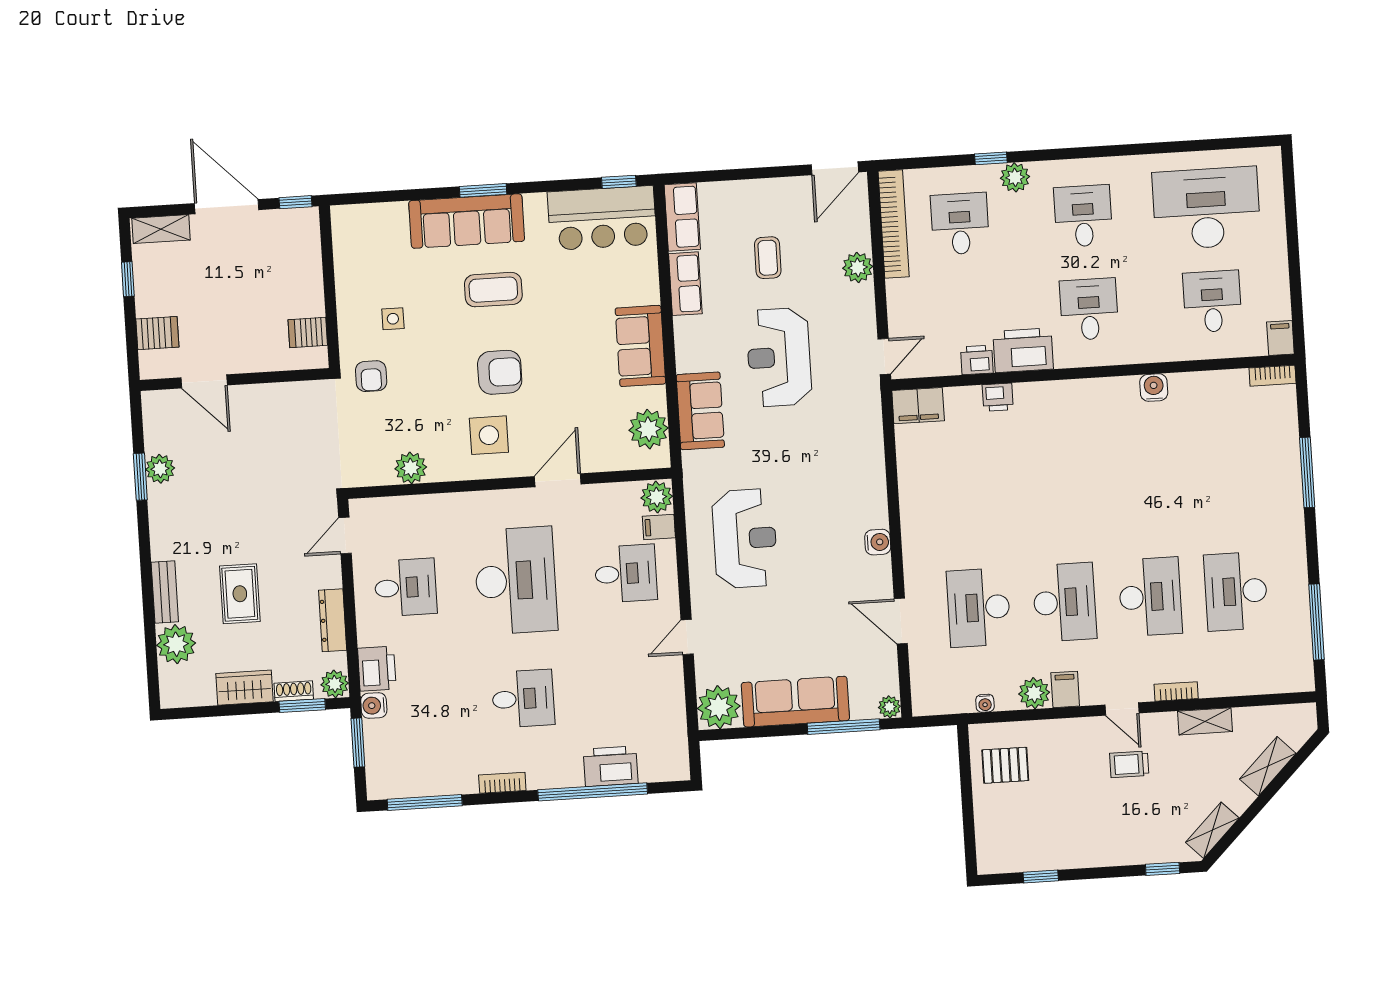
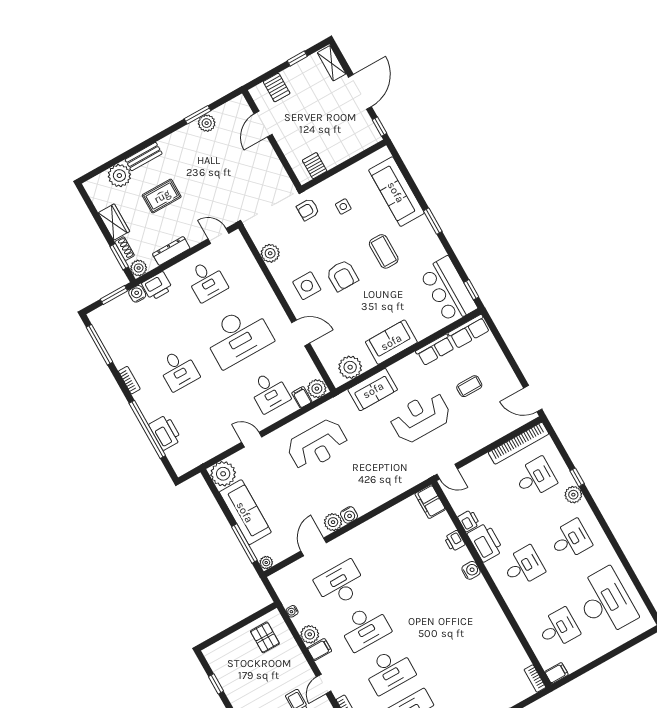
sofa: (467, 221) -> (396, 192), moved
plant: (858, 267) -> (333, 522), moved
water cooler: (1154, 388) -> (471, 570), moved

